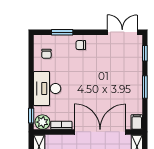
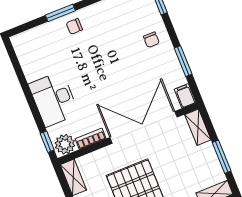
window: (62, 32) -> (60, 13), moved
chair: (46, 54) -> (151, 40), moved
window: (145, 87) -> (183, 61), moved

